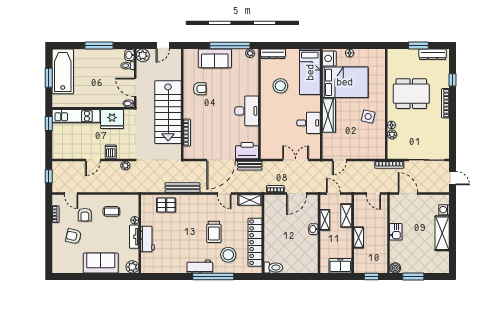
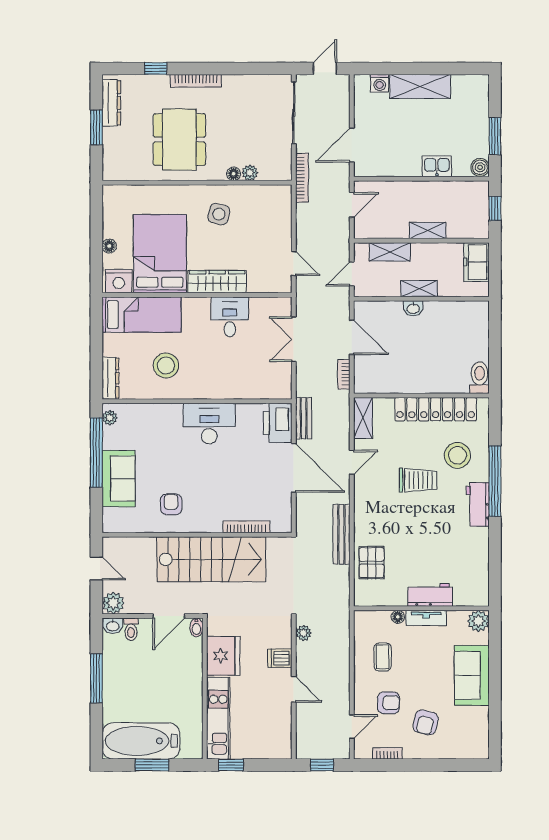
shelving: (325, 220) -> (419, 289), moved
kitchen sink: (396, 232) -> (437, 166), moved

